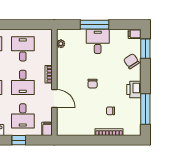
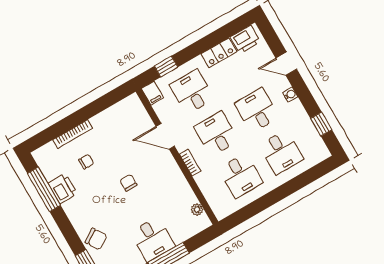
printer: (134, 89) -> (63, 188), moved
window: (19, 140) -> (166, 67), moved

